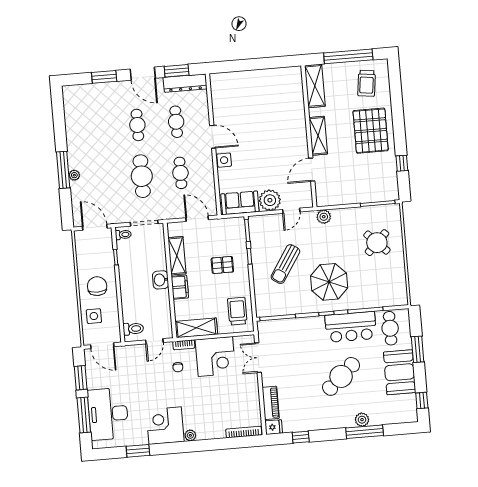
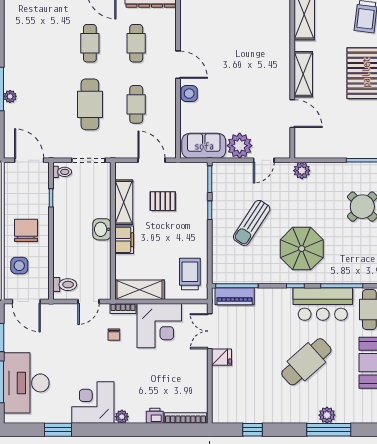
door: (312, 170) -> (292, 114), swing flipped
pallet: (222, 265) -> (163, 201), moved
piano: (271, 403) -> (235, 296), moved, turned 90
fridge: (274, 427) -> (221, 357), moved
printer: (218, 432) -> (155, 416), added

